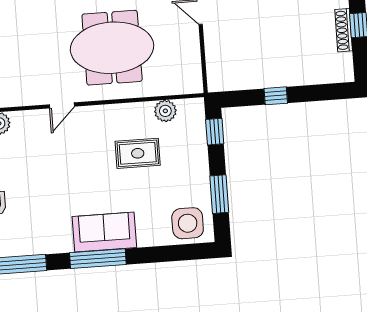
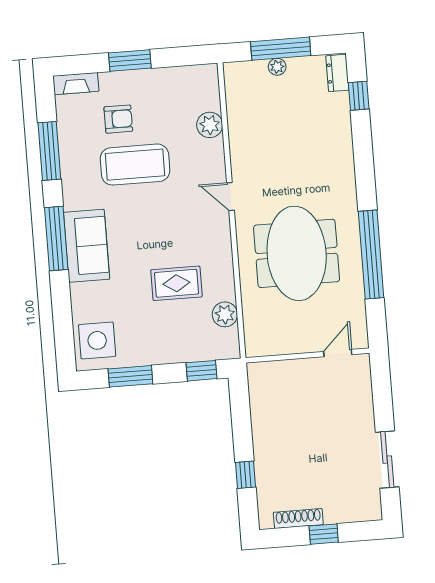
shoe rack: (344, 30) -> (298, 518), moved
window: (276, 96) -> (245, 475), moved
rug: (138, 153) -> (176, 283), turned 90
coffee table: (33, 189) -> (135, 165), added

